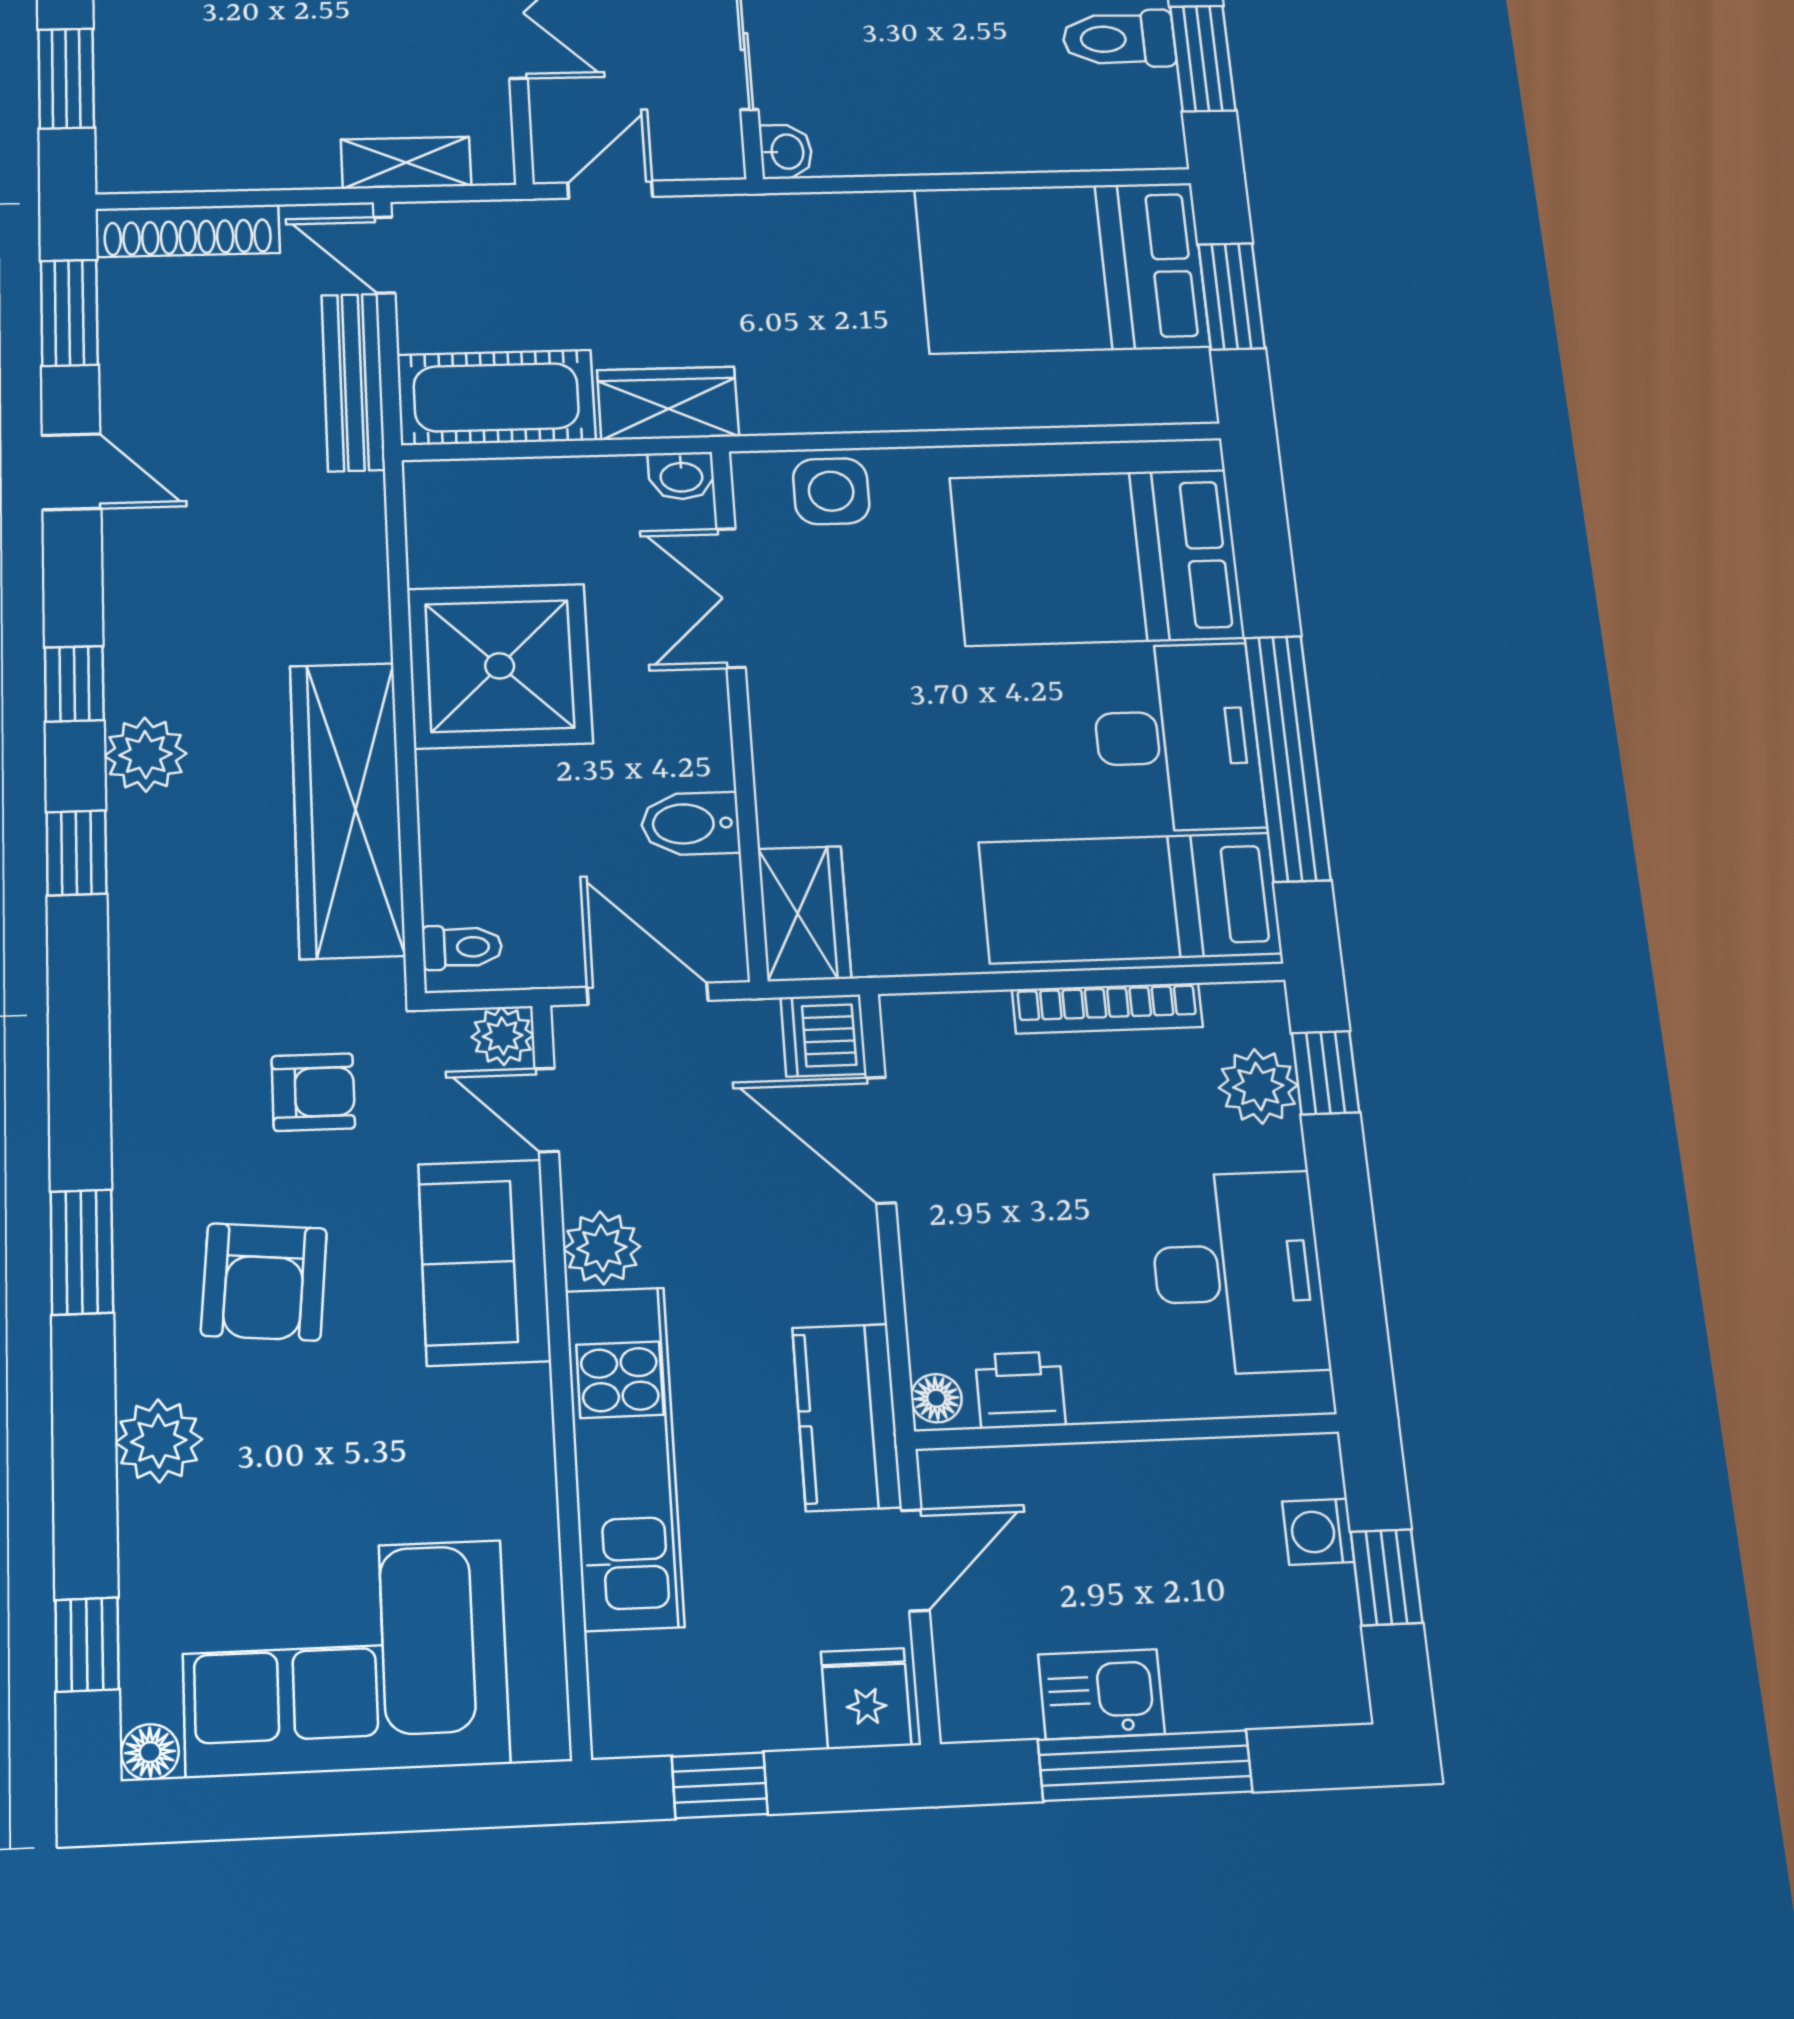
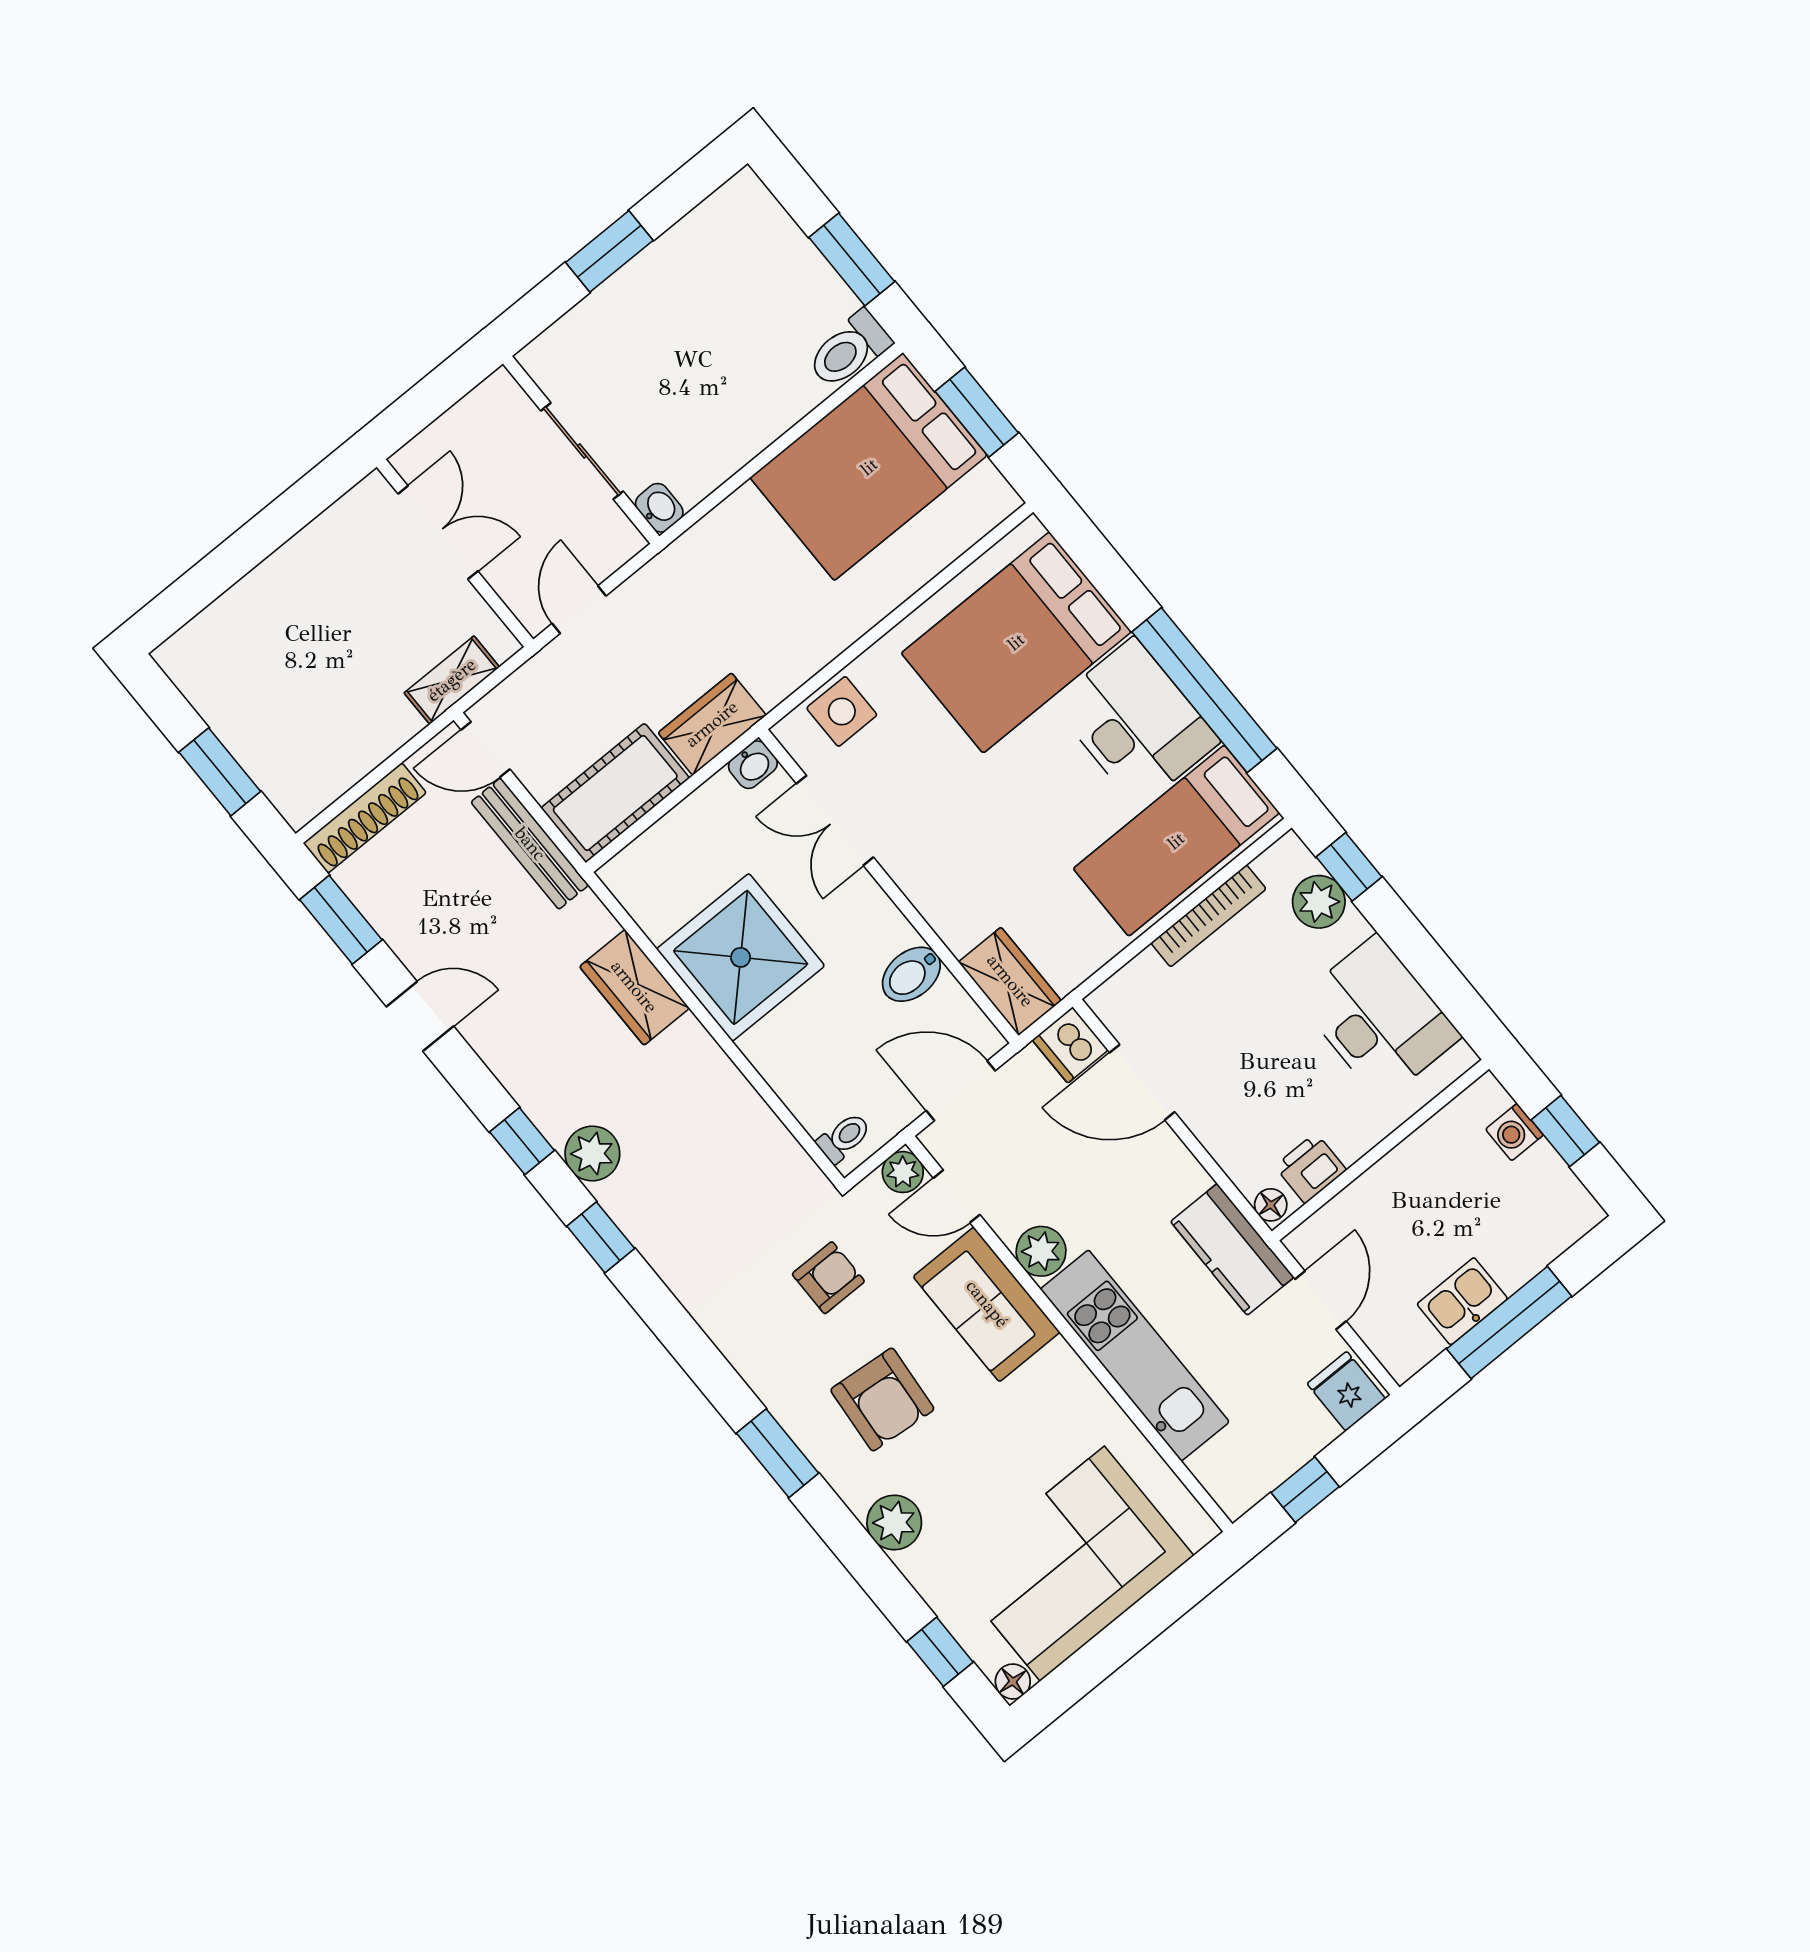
toilet: (1119, 39) -> (849, 350), moved
wardrobe: (347, 809) -> (634, 987), moved, width x0.48, depth x0.85

